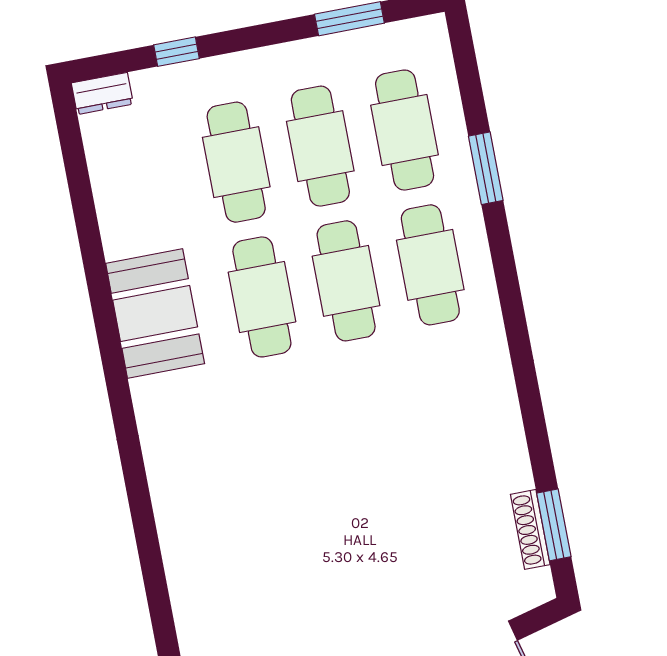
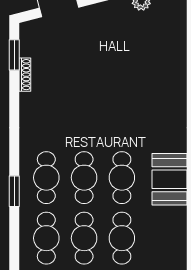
window: (486, 168) -> (14, 191), moved
shoe rack: (530, 529) -> (25, 75), moved

